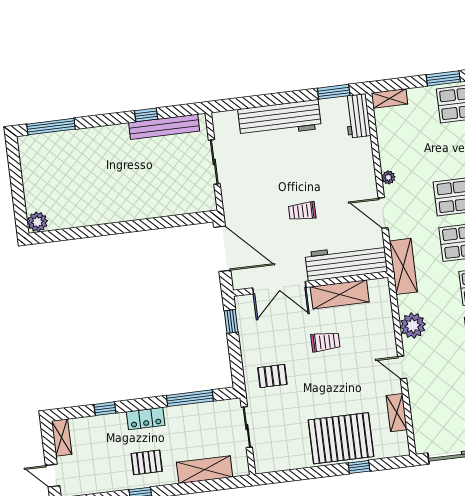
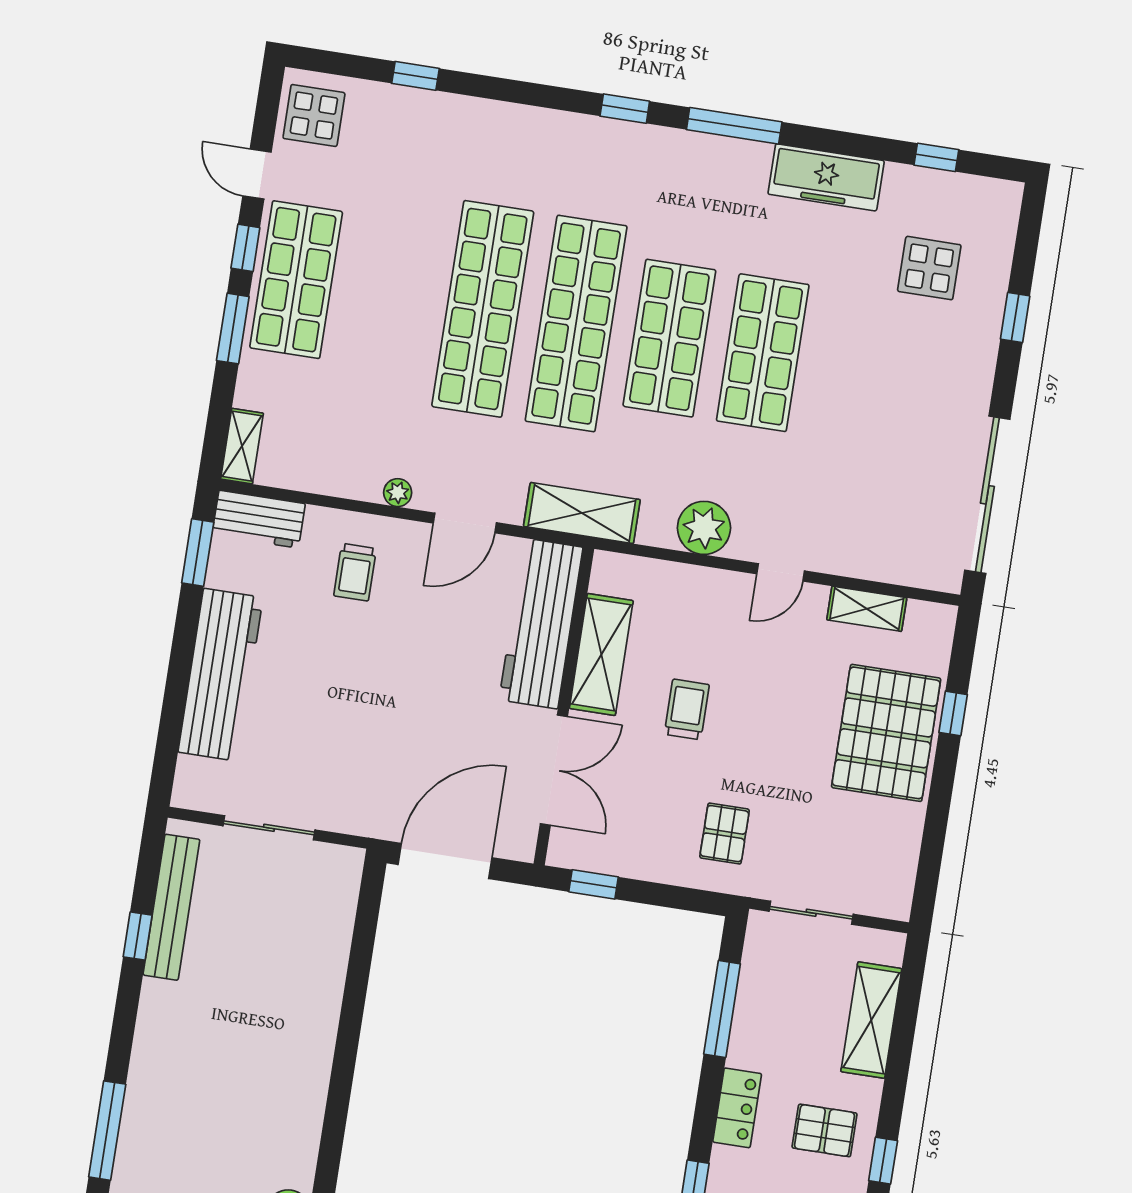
trolley: (302, 211) -> (355, 572), moved
pallet: (147, 462) -> (825, 1130), turned 90

